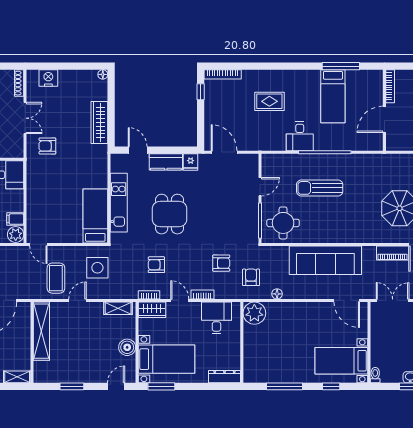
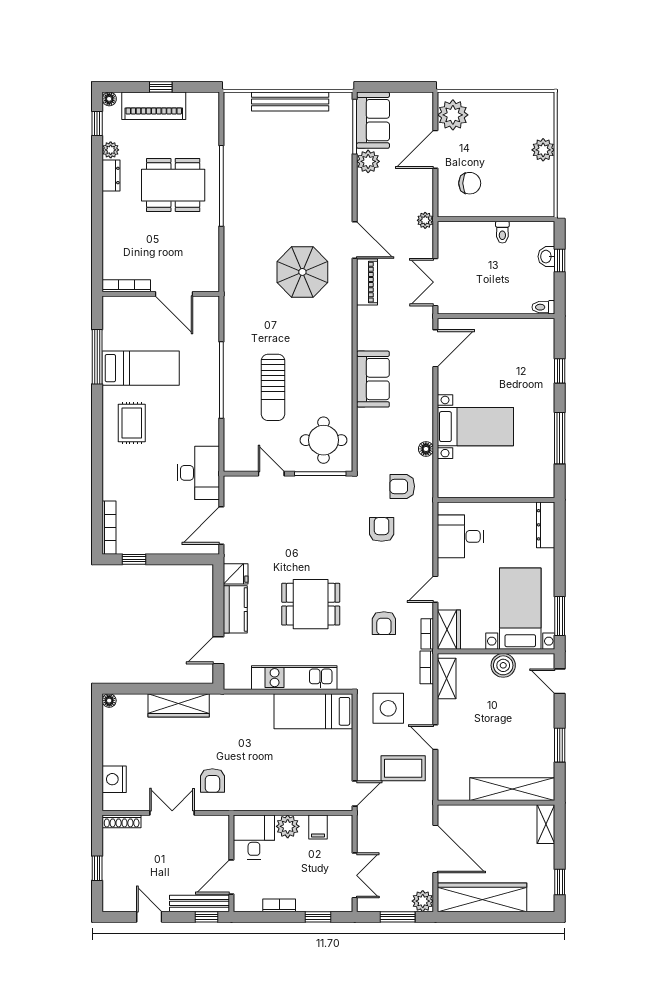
rug: (269, 101) -> (132, 423), moved
desk: (300, 136) -> (198, 473), moved, width x1.37
plant: (16, 235) -> (288, 826), moved
sofa: (325, 260) -> (373, 379), width x0.54, depth x0.79
bookcase: (202, 294) -> (427, 667), moved
plant: (254, 313) -> (454, 482), removed
shelving: (41, 331) -> (512, 789), moved
bed with nightstands: (341, 361) -> (475, 427), moved, turned -90

